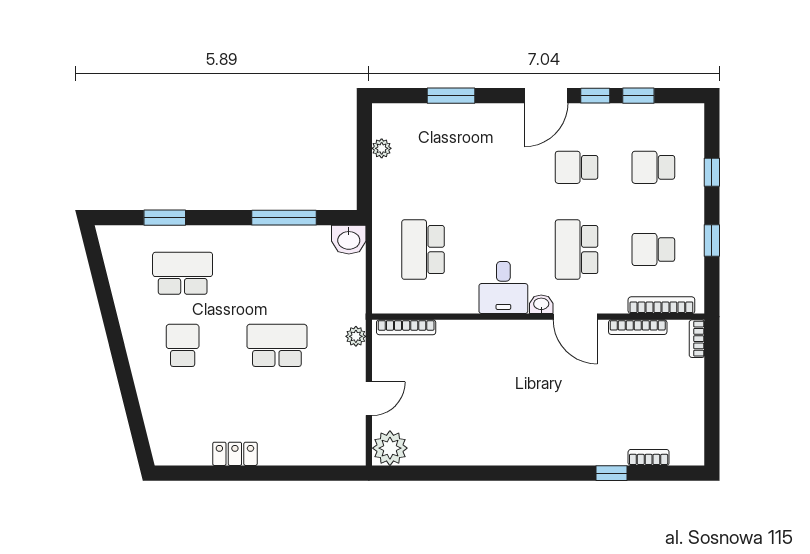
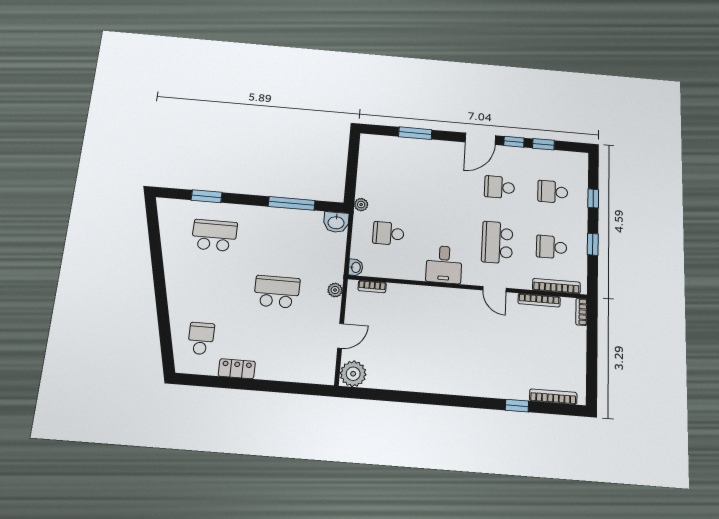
plant: (382, 148) -> (361, 205), moved
school desk: (423, 250) -> (388, 233), width x0.54
washbasin: (541, 304) -> (356, 267), moved, turned 90
door: (575, 317) -> (494, 289), width x0.73
bookcase: (406, 327) -> (372, 287), width x0.64
school desk: (183, 345) -> (201, 339), moved
bookcase: (649, 457) -> (553, 397), width x1.56

